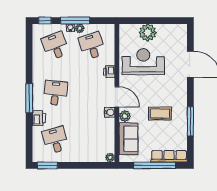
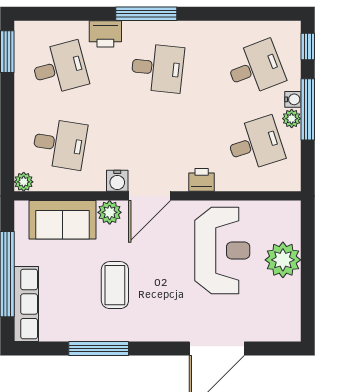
desk: (92, 140) -> (60, 144), added

